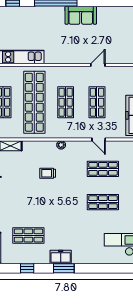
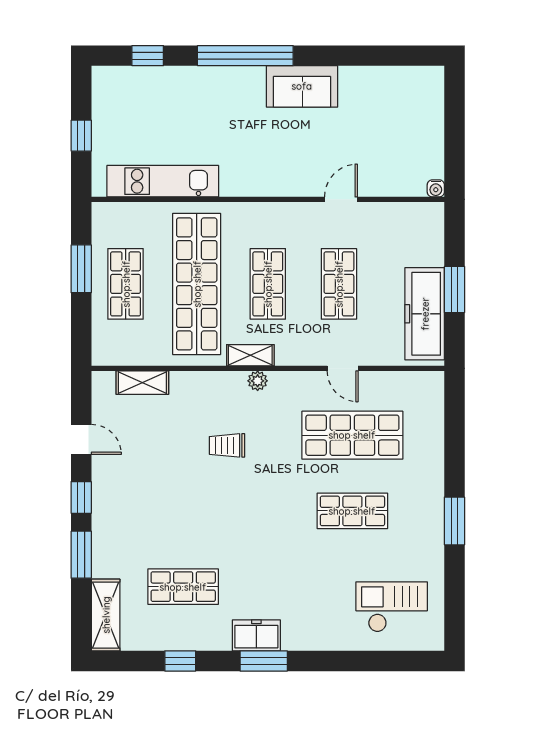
shelving: (58, 134) -> (250, 355), added
shop shelf: (103, 169) -> (352, 435), width x1.43, depth x1.36

